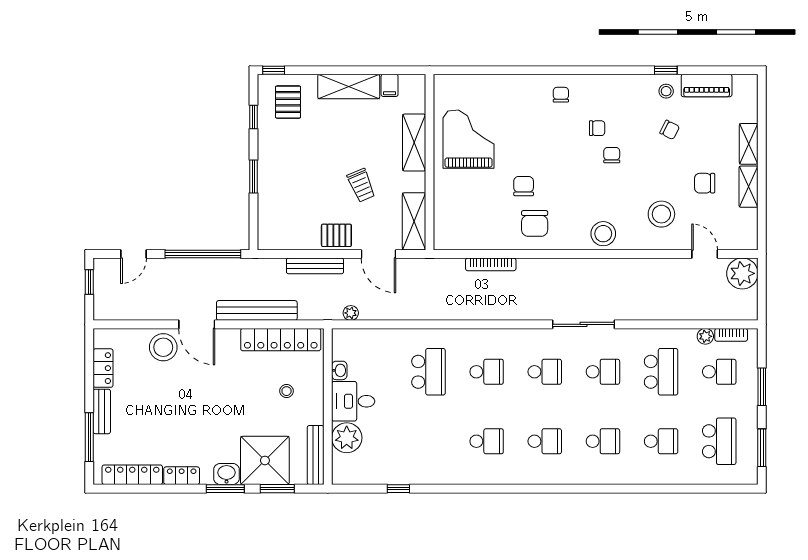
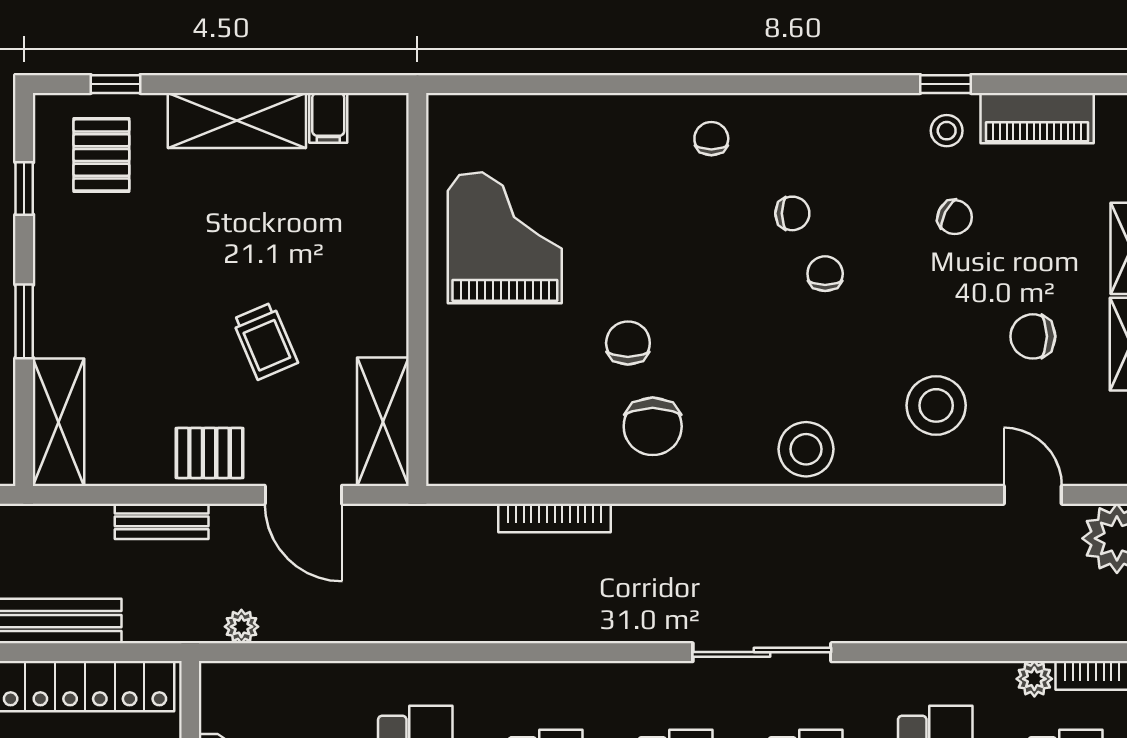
window: (274, 70) -> (116, 84), moved
shelving: (414, 143) -> (58, 422), moved
bench: (315, 266) -> (162, 521), width x0.73

